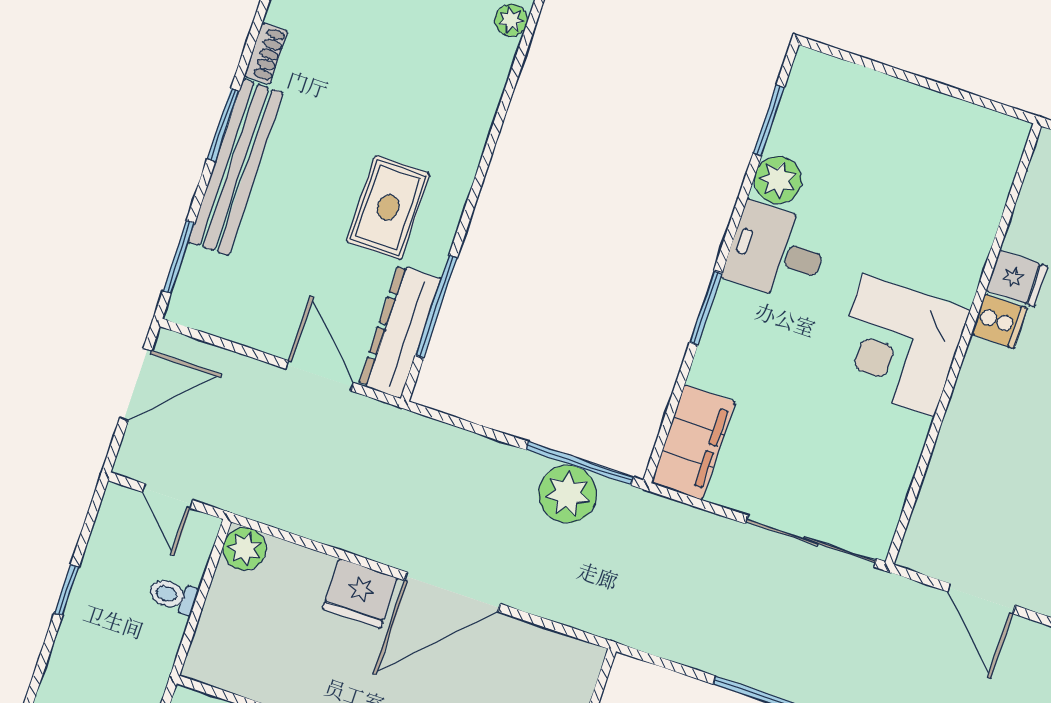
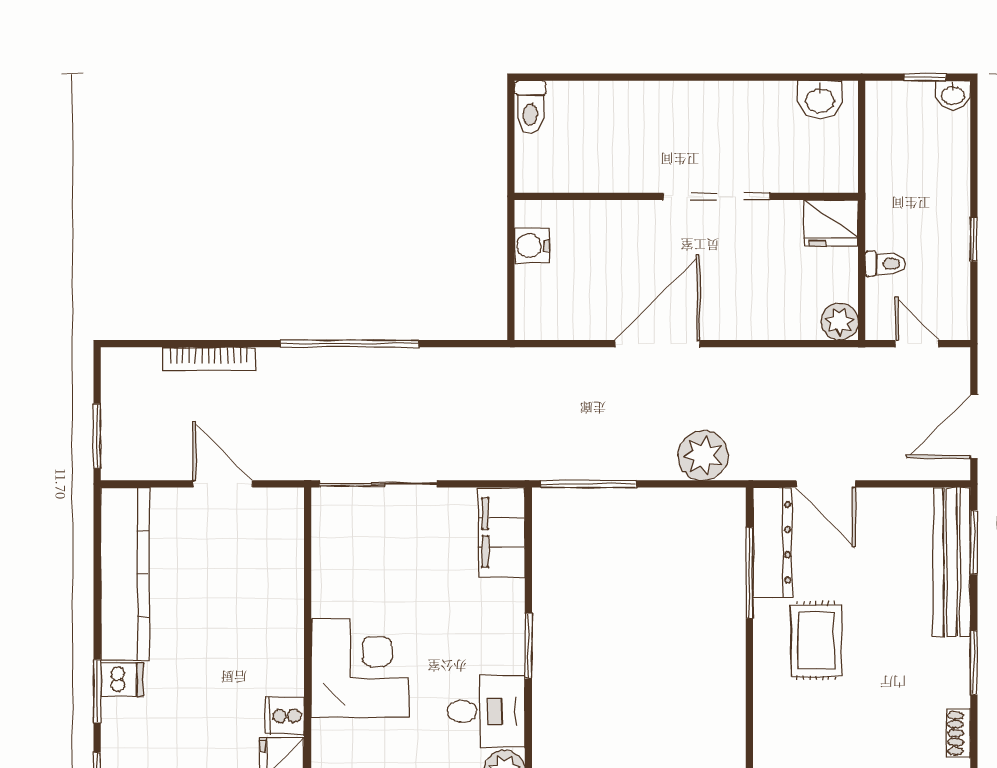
bench: (236, 167) -> (952, 562), moved
plant: (568, 494) -> (703, 456), moved
fridge: (360, 593) -> (831, 223), moved, turned 180

